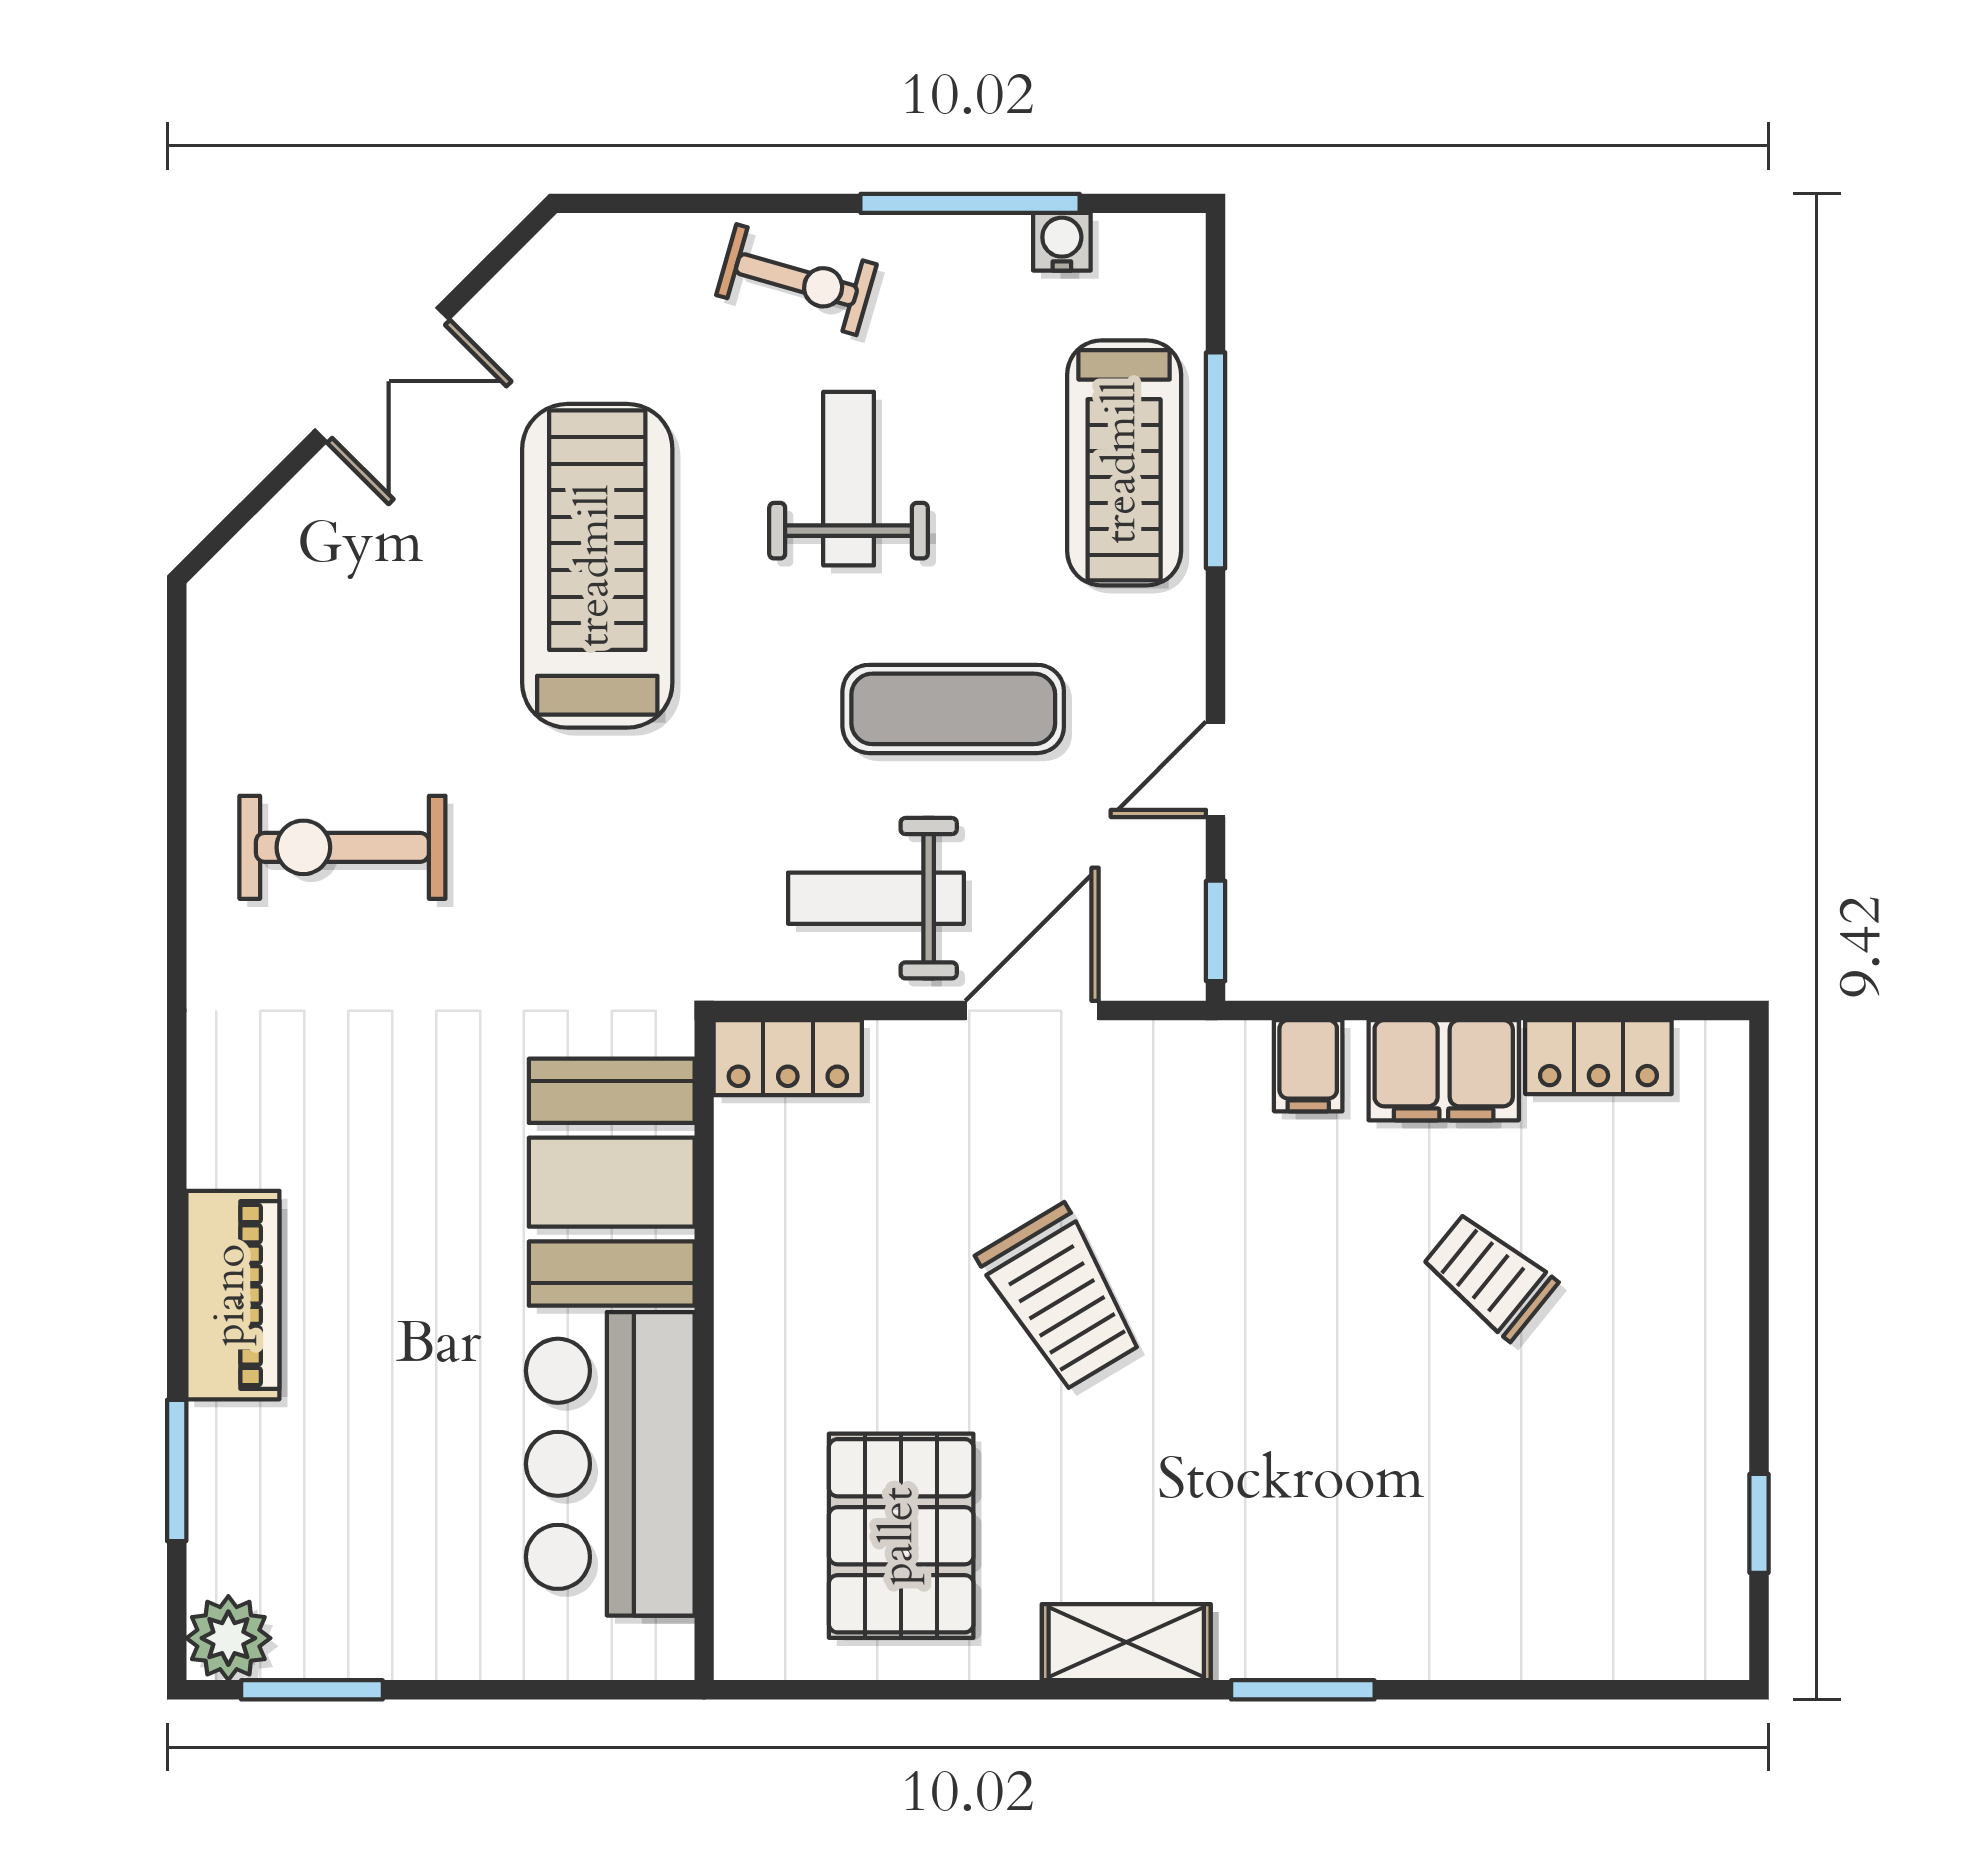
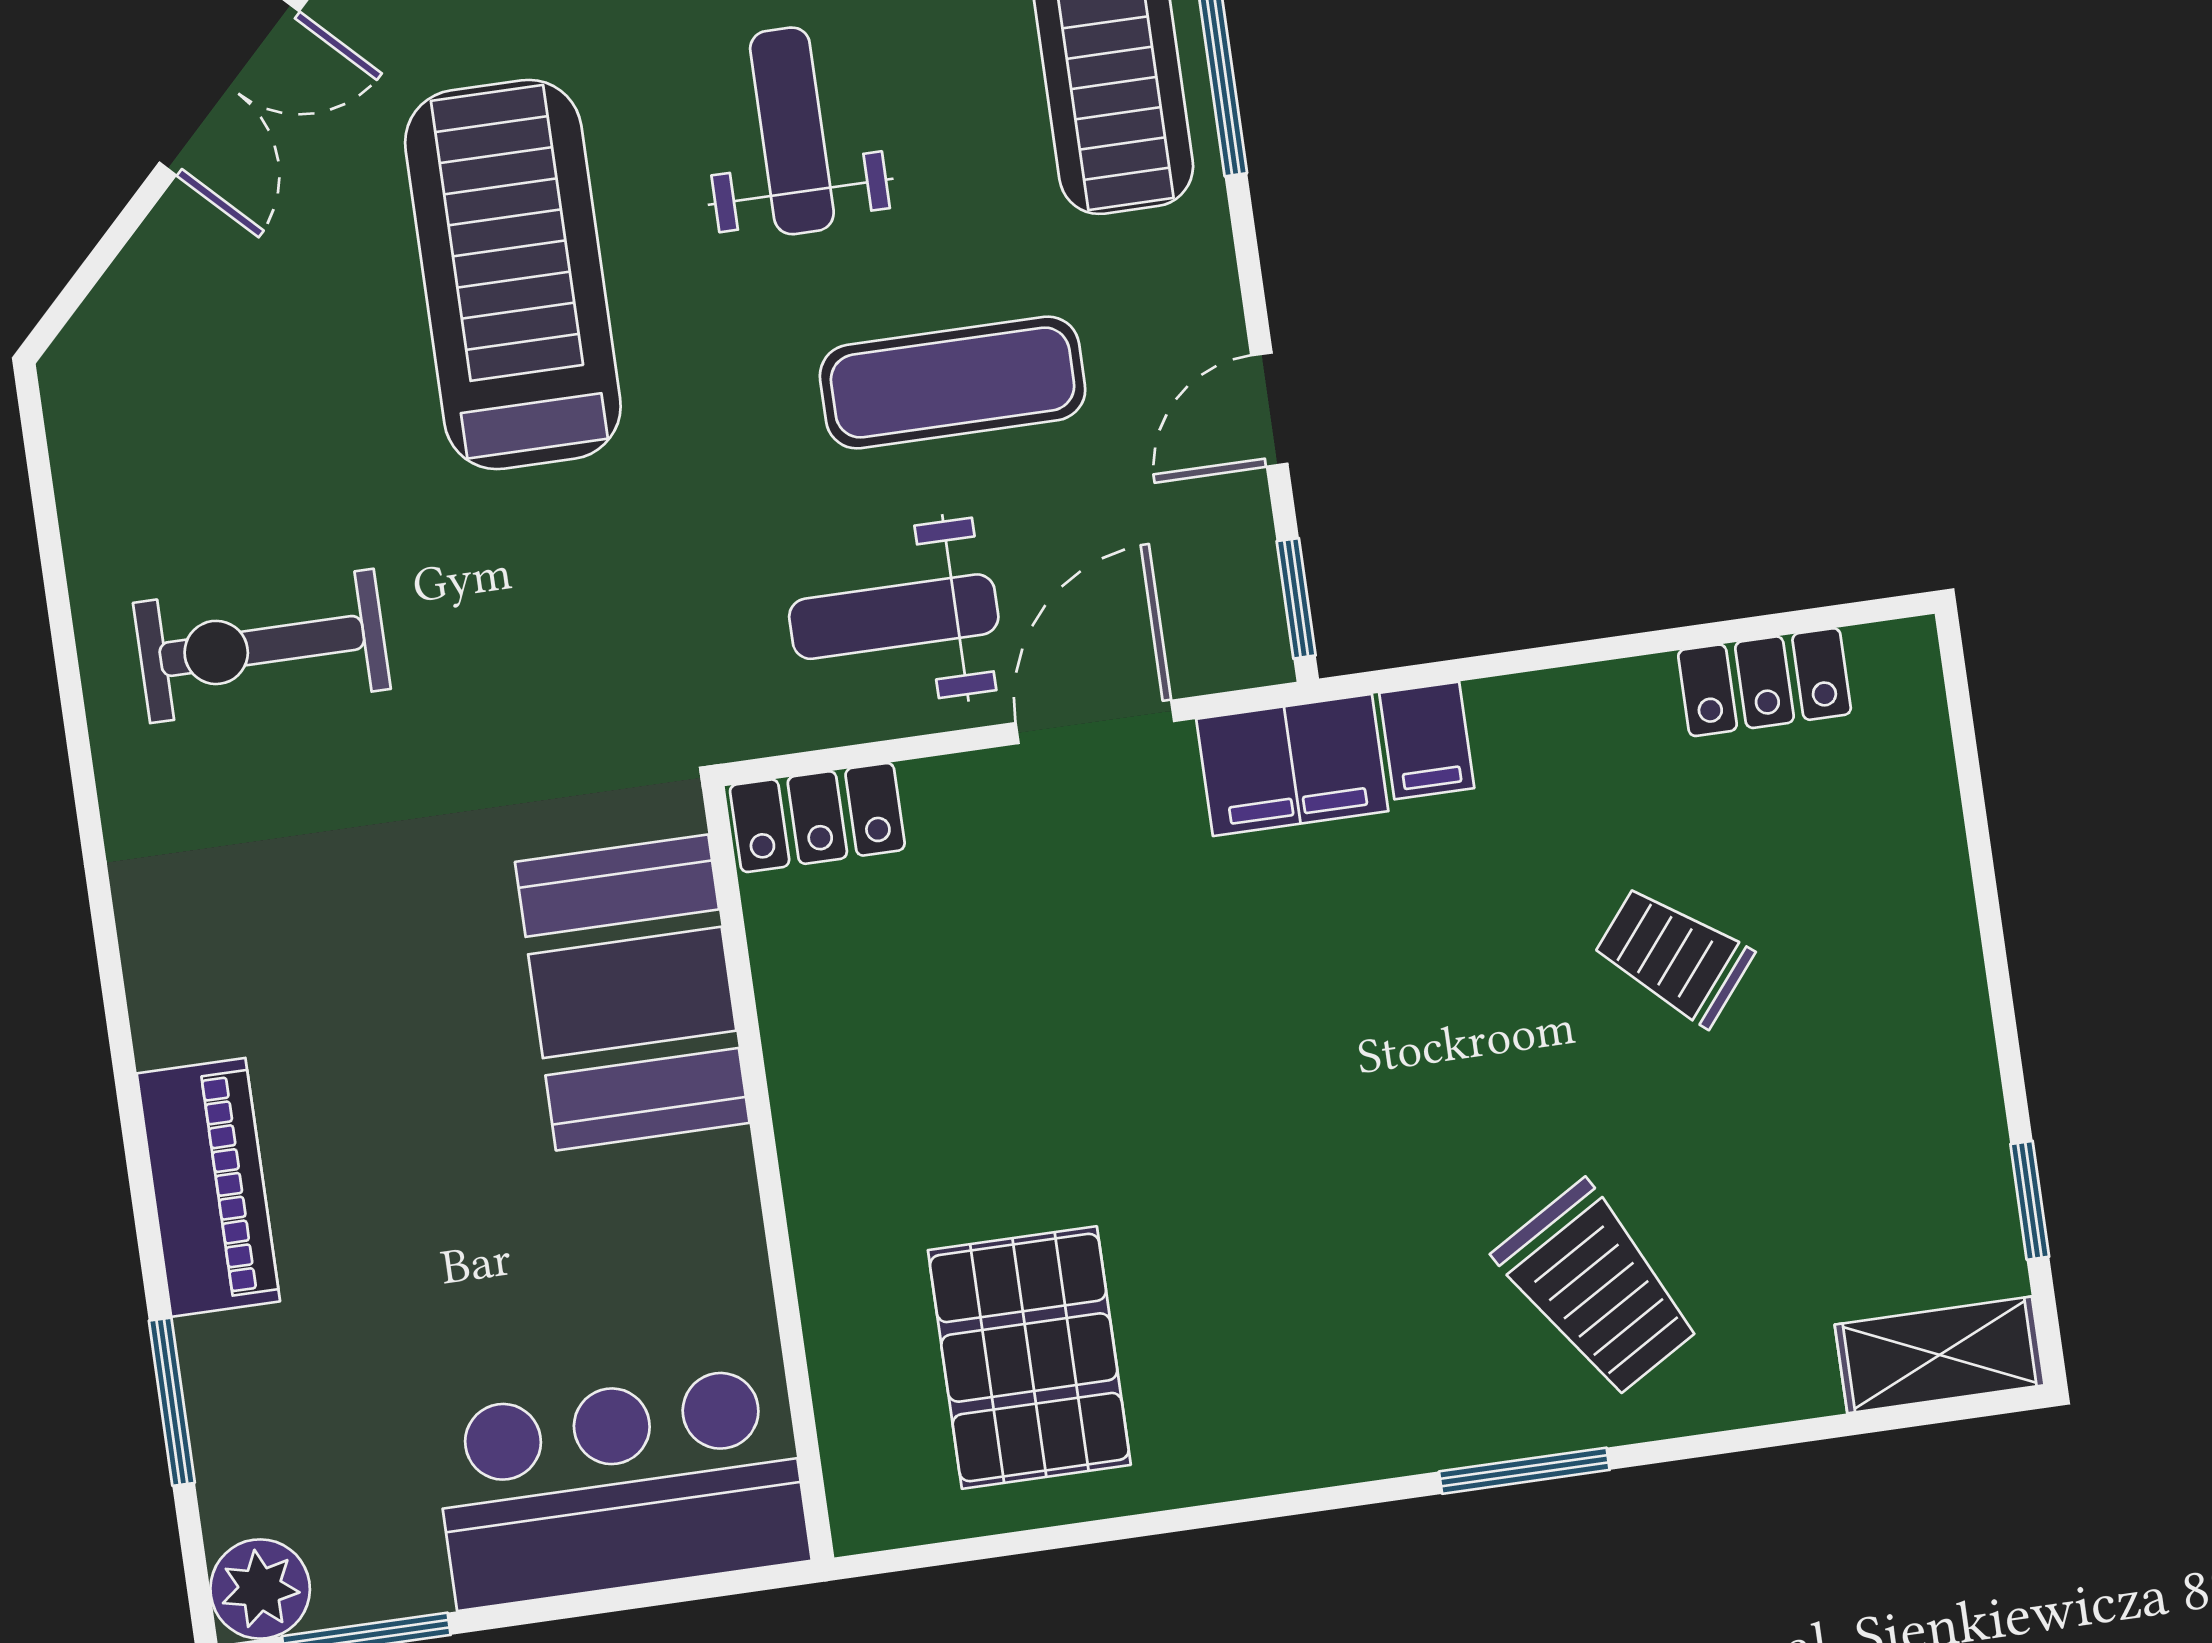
filing cabinet: (1444, 1070) -> (1292, 765), moved
trolley: (1061, 1298) -> (1598, 1289), moved
bar counter: (610, 1464) -> (620, 1487), moved, turned 90
shelving: (1126, 1642) -> (1940, 1355), moved

